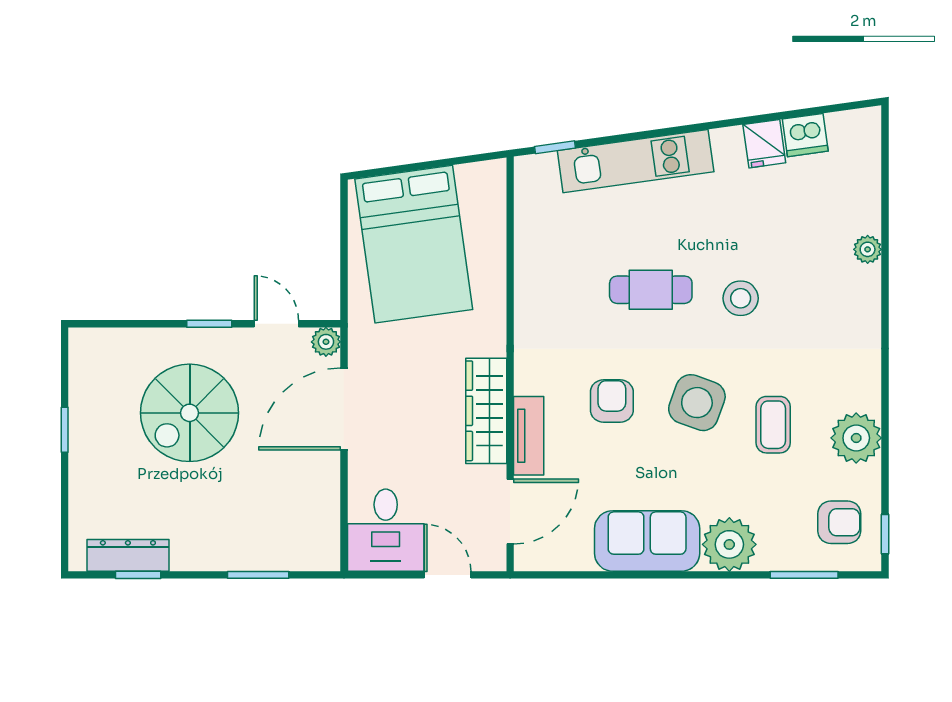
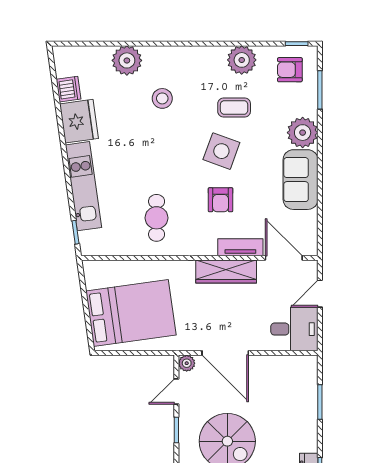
fridge: (764, 144) -> (79, 121), width x1.88, depth x1.34
plant: (868, 249) -> (127, 60), width x1.87, depth x1.87
cafe table: (651, 290) -> (157, 218), moved
stool: (741, 298) -> (162, 98), moved
armchair: (612, 401) -> (221, 200), turned -90
armchair: (839, 522) -> (290, 70), turned -90

